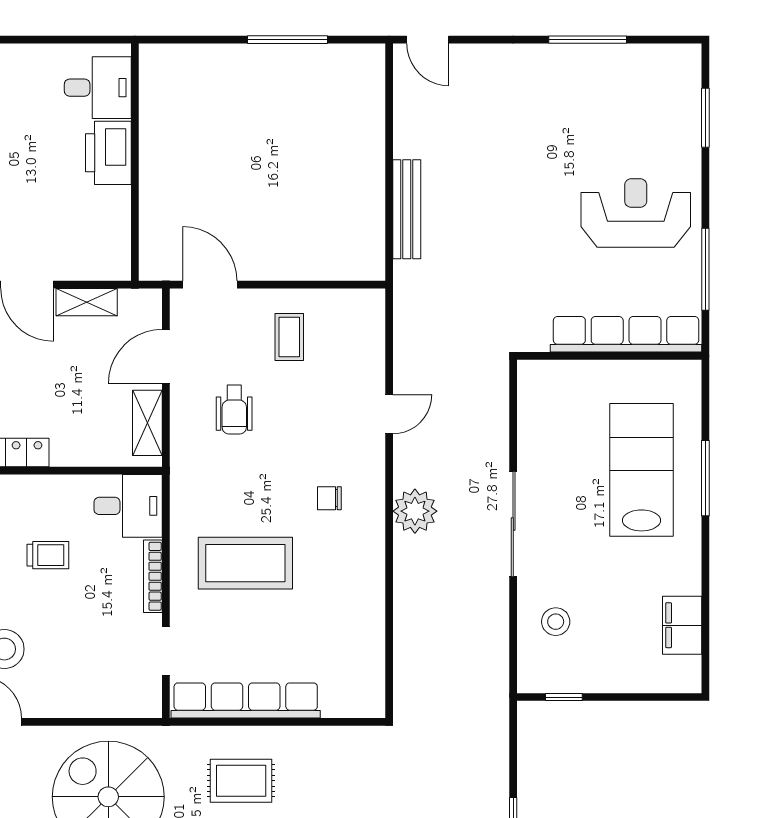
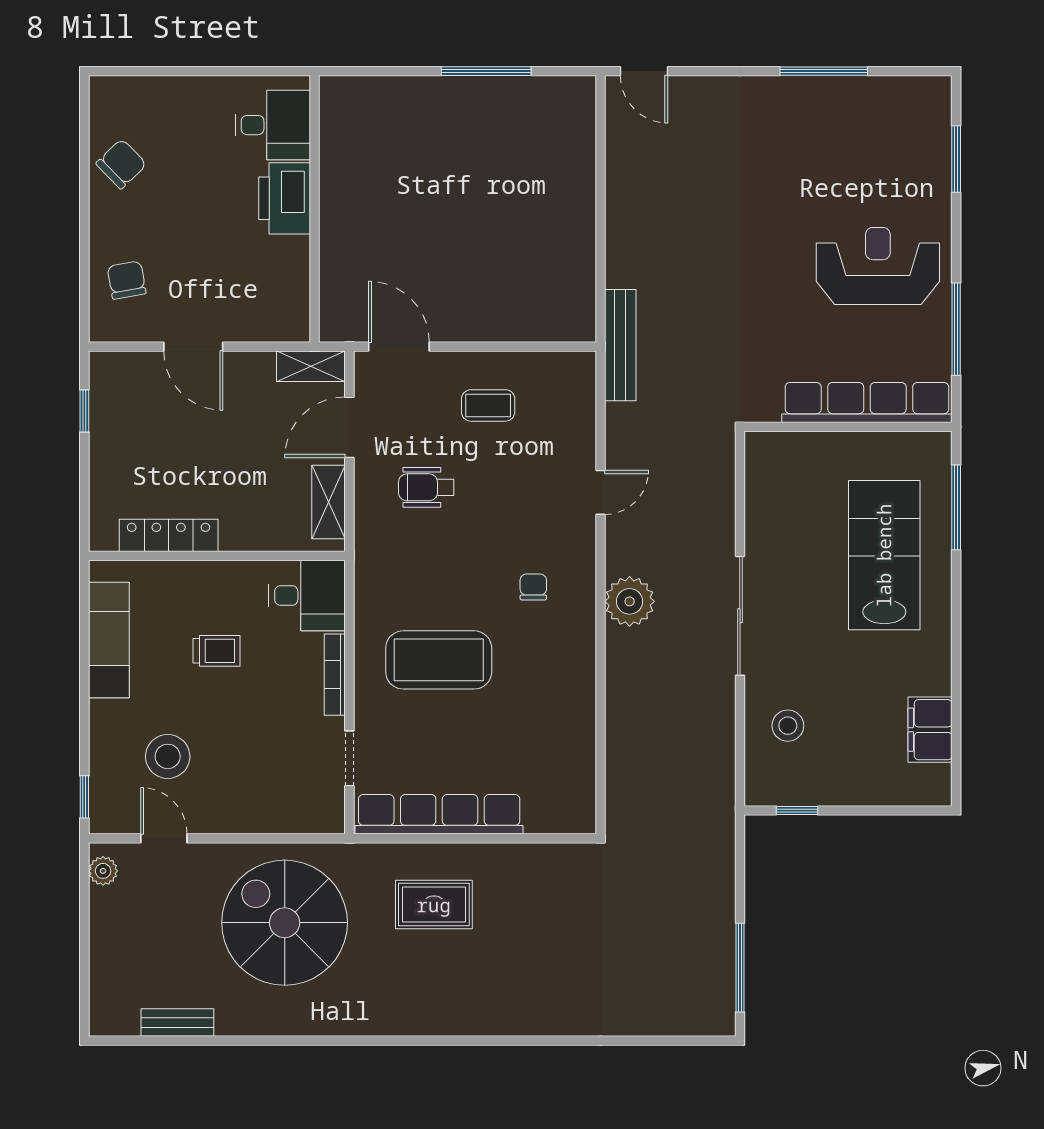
bench: (407, 209) -> (620, 345), moved
shelving: (87, 302) -> (311, 366), moved
coffee table: (289, 337) -> (488, 405), turned 90
wheelchair: (234, 410) -> (426, 487), turned 90
window: (705, 478) -> (956, 507), moved
chair: (329, 498) -> (533, 587), turned 90

